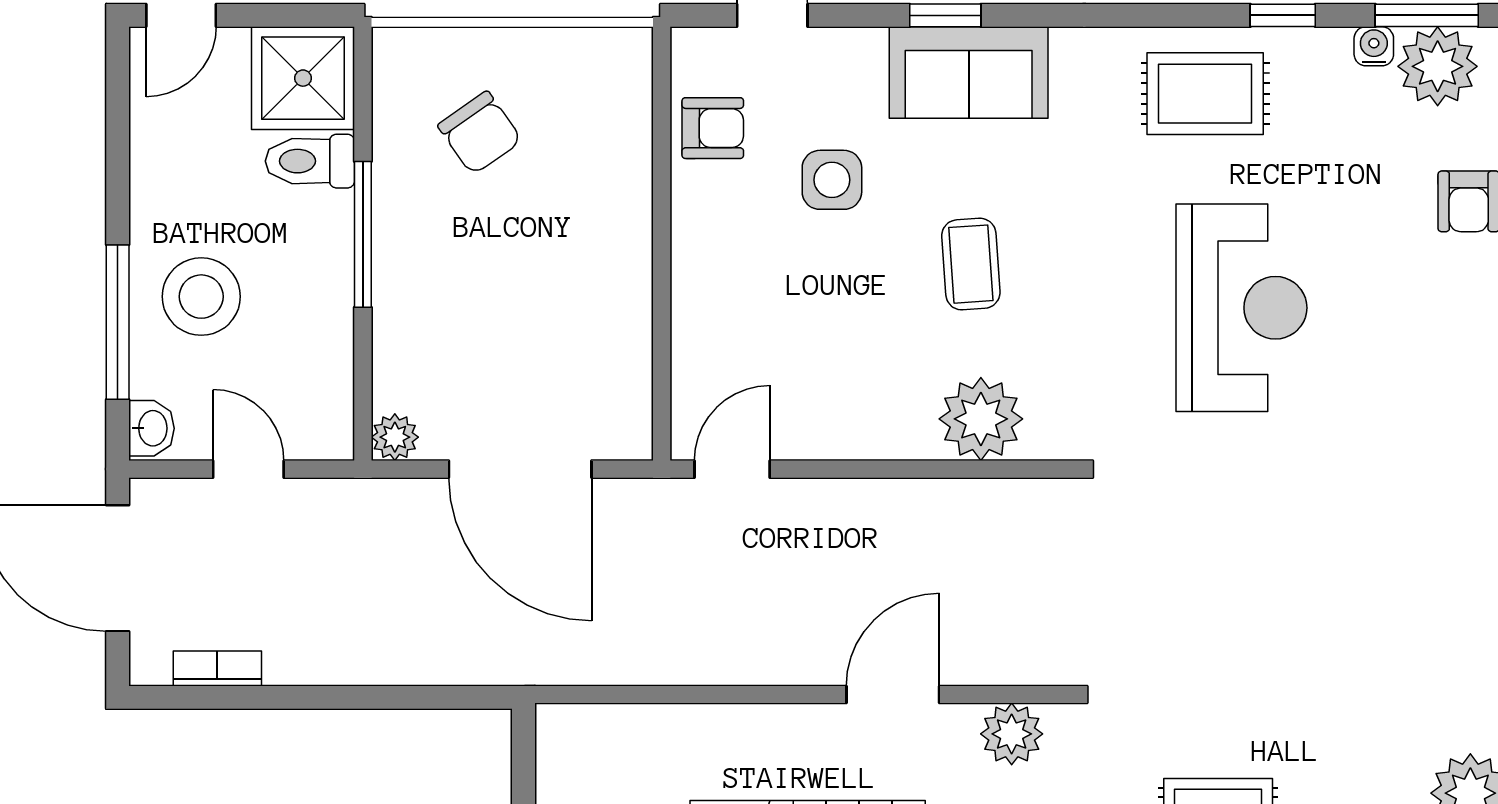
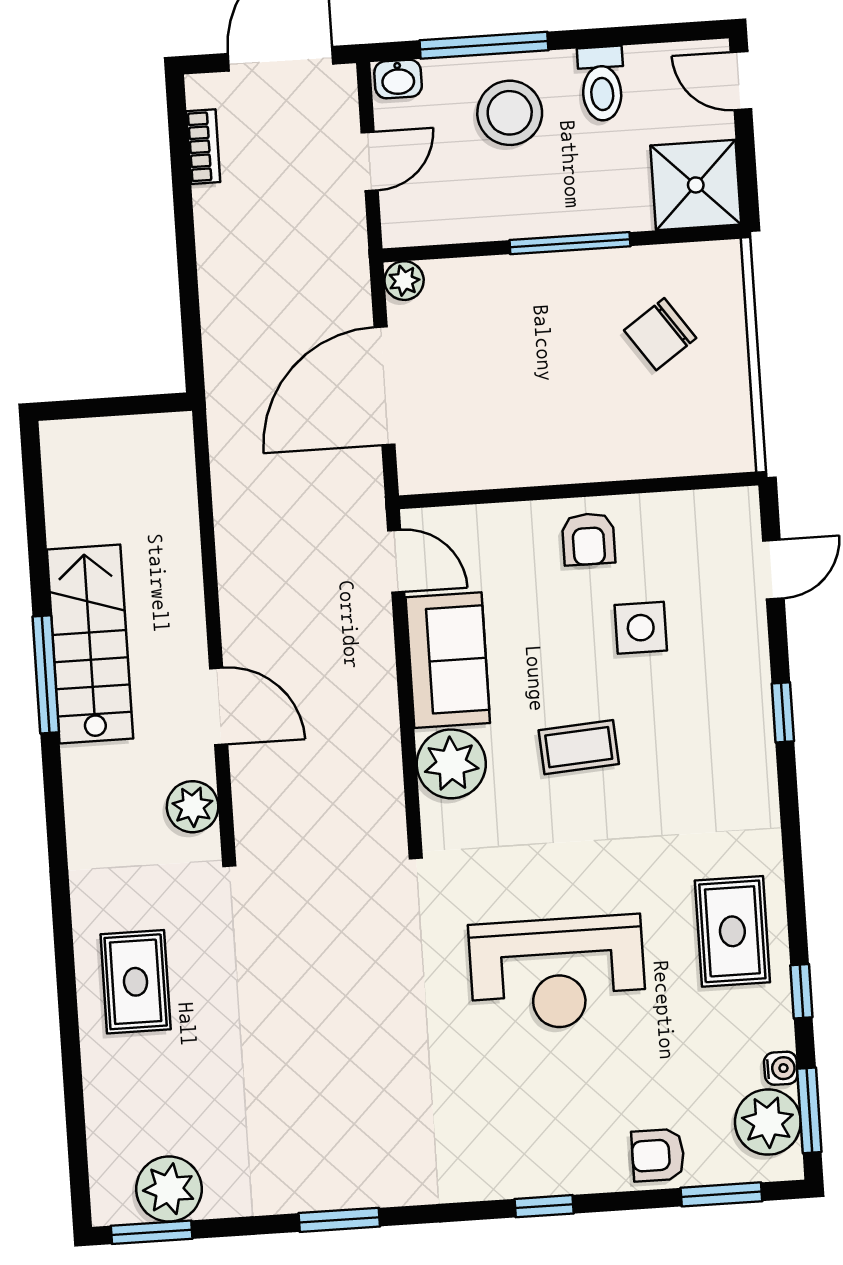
sofa: (969, 72) -> (448, 660), moved, turned 180
armchair: (713, 128) -> (588, 539), moved
toilet: (310, 161) -> (602, 84), moved, turned 180

